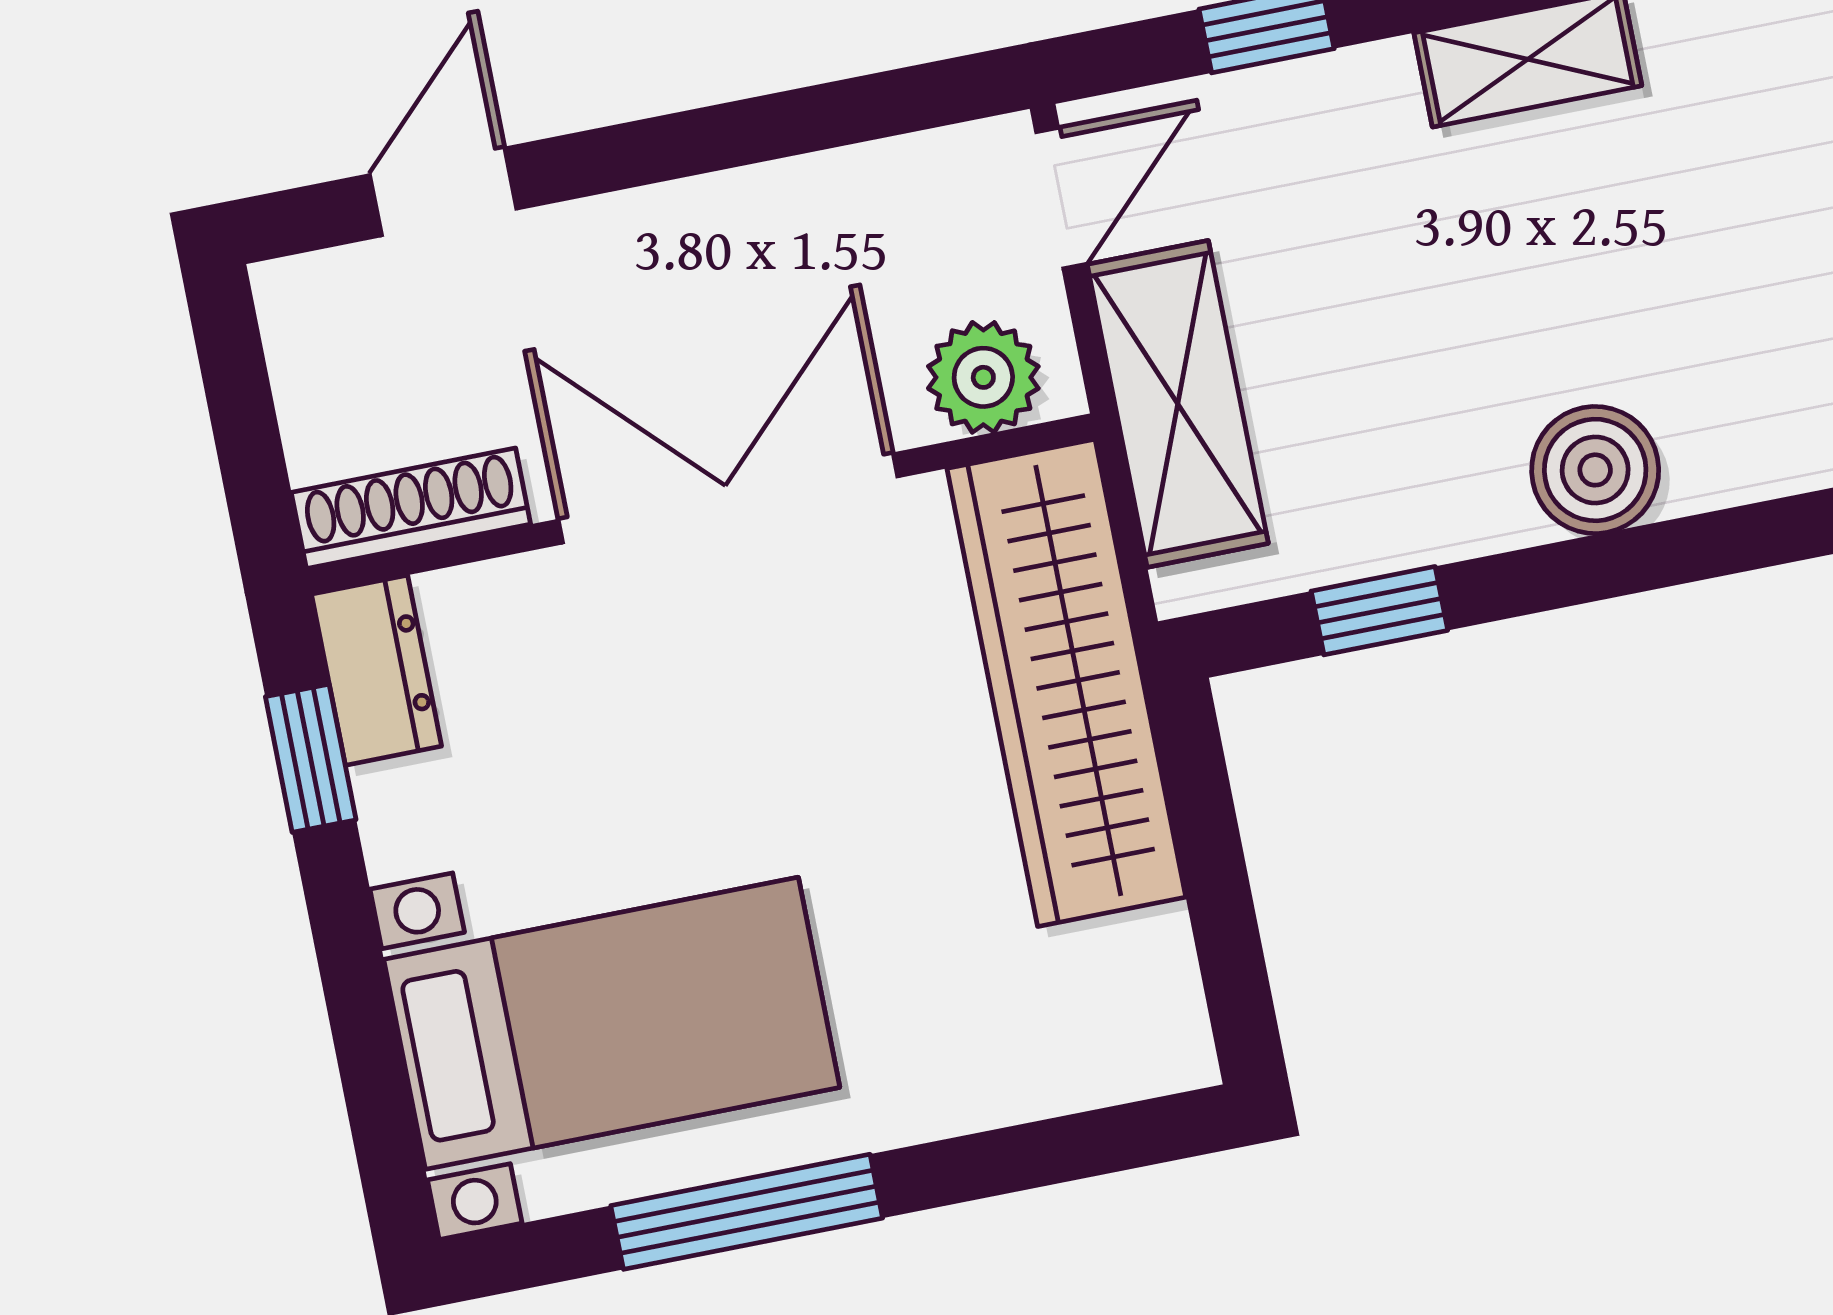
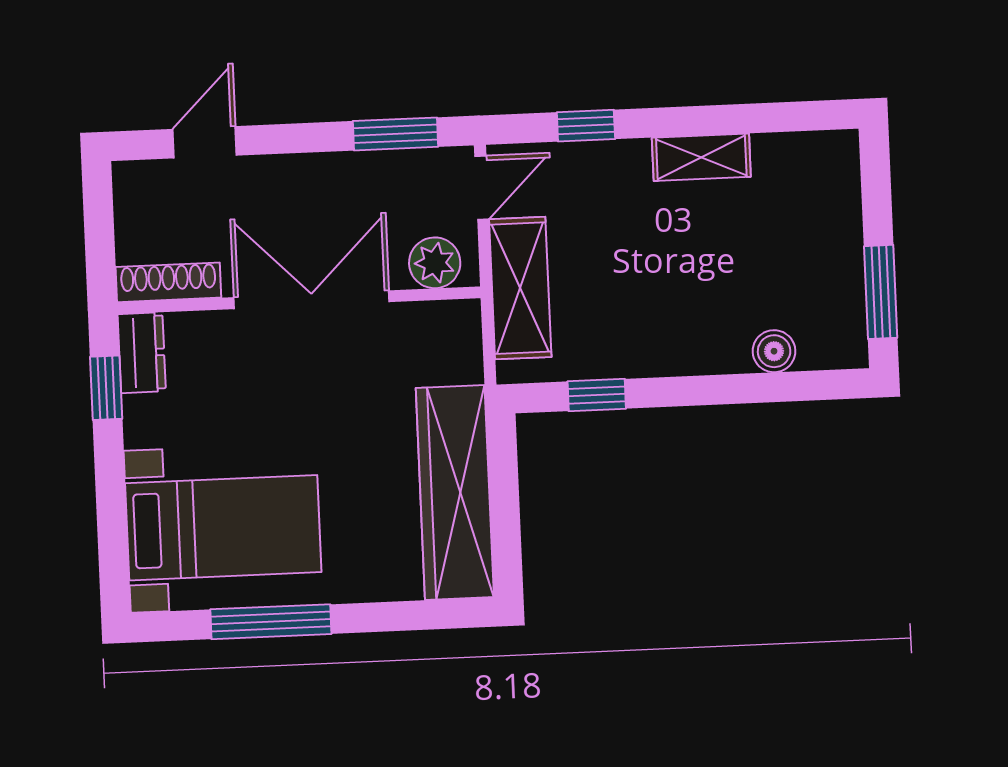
window: (855, 110) -> (395, 134), added
boiler: (1595, 470) -> (774, 351), moved, width x0.73, depth x0.73
wardrobe: (1066, 683) -> (455, 493), moved

